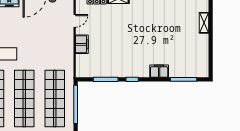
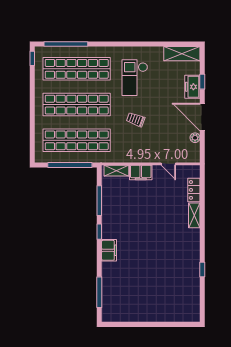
shelving: (204, 23) -> (116, 171), moved
trolley: (37, 49) -> (136, 120), added
filing cabinet: (159, 71) -> (109, 250), moved

